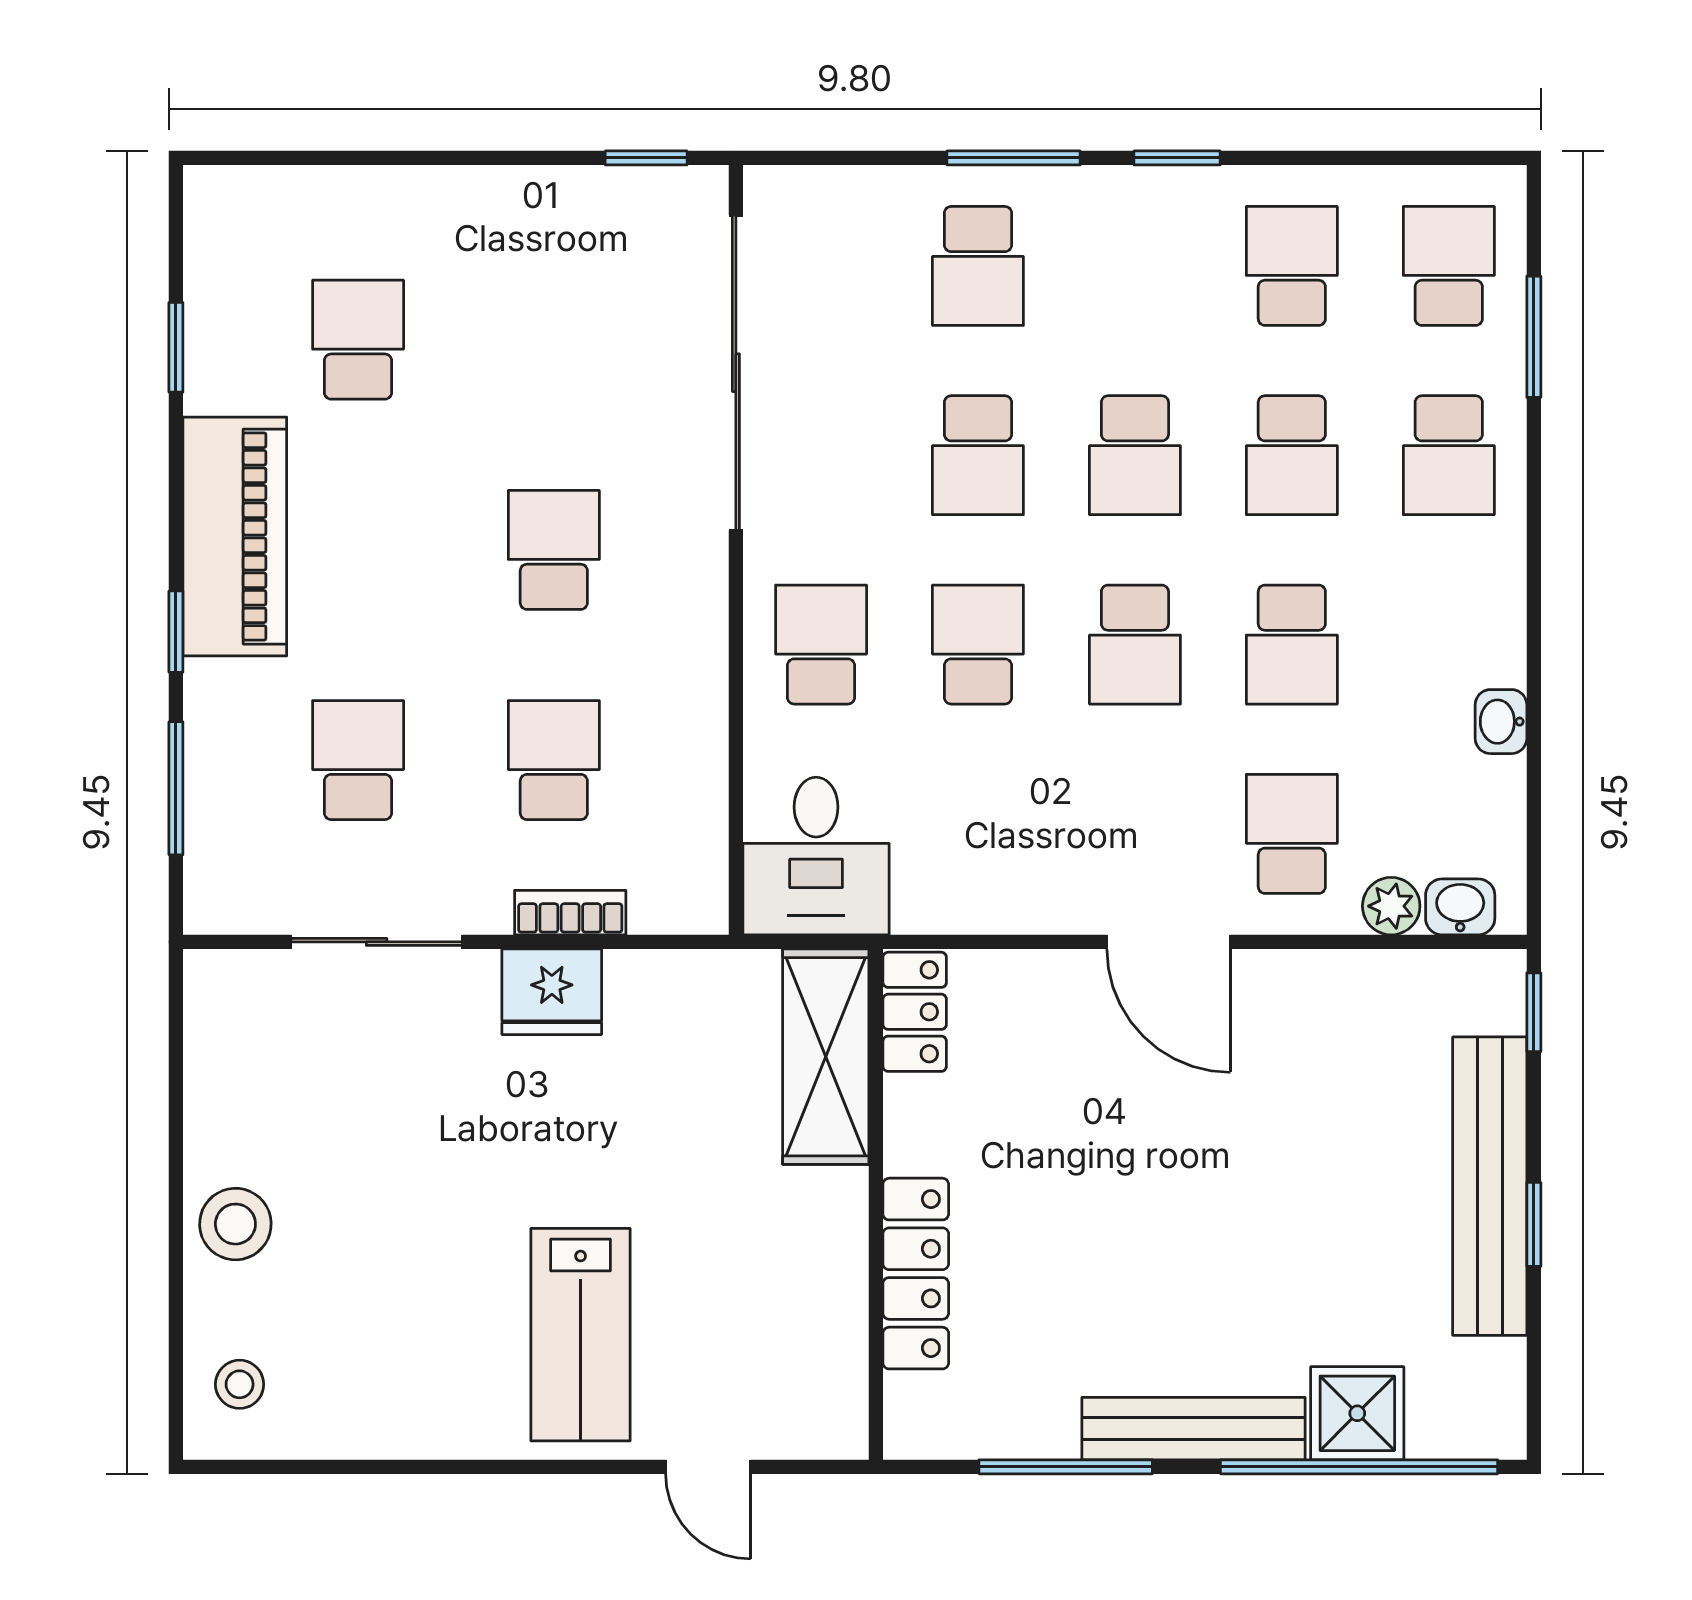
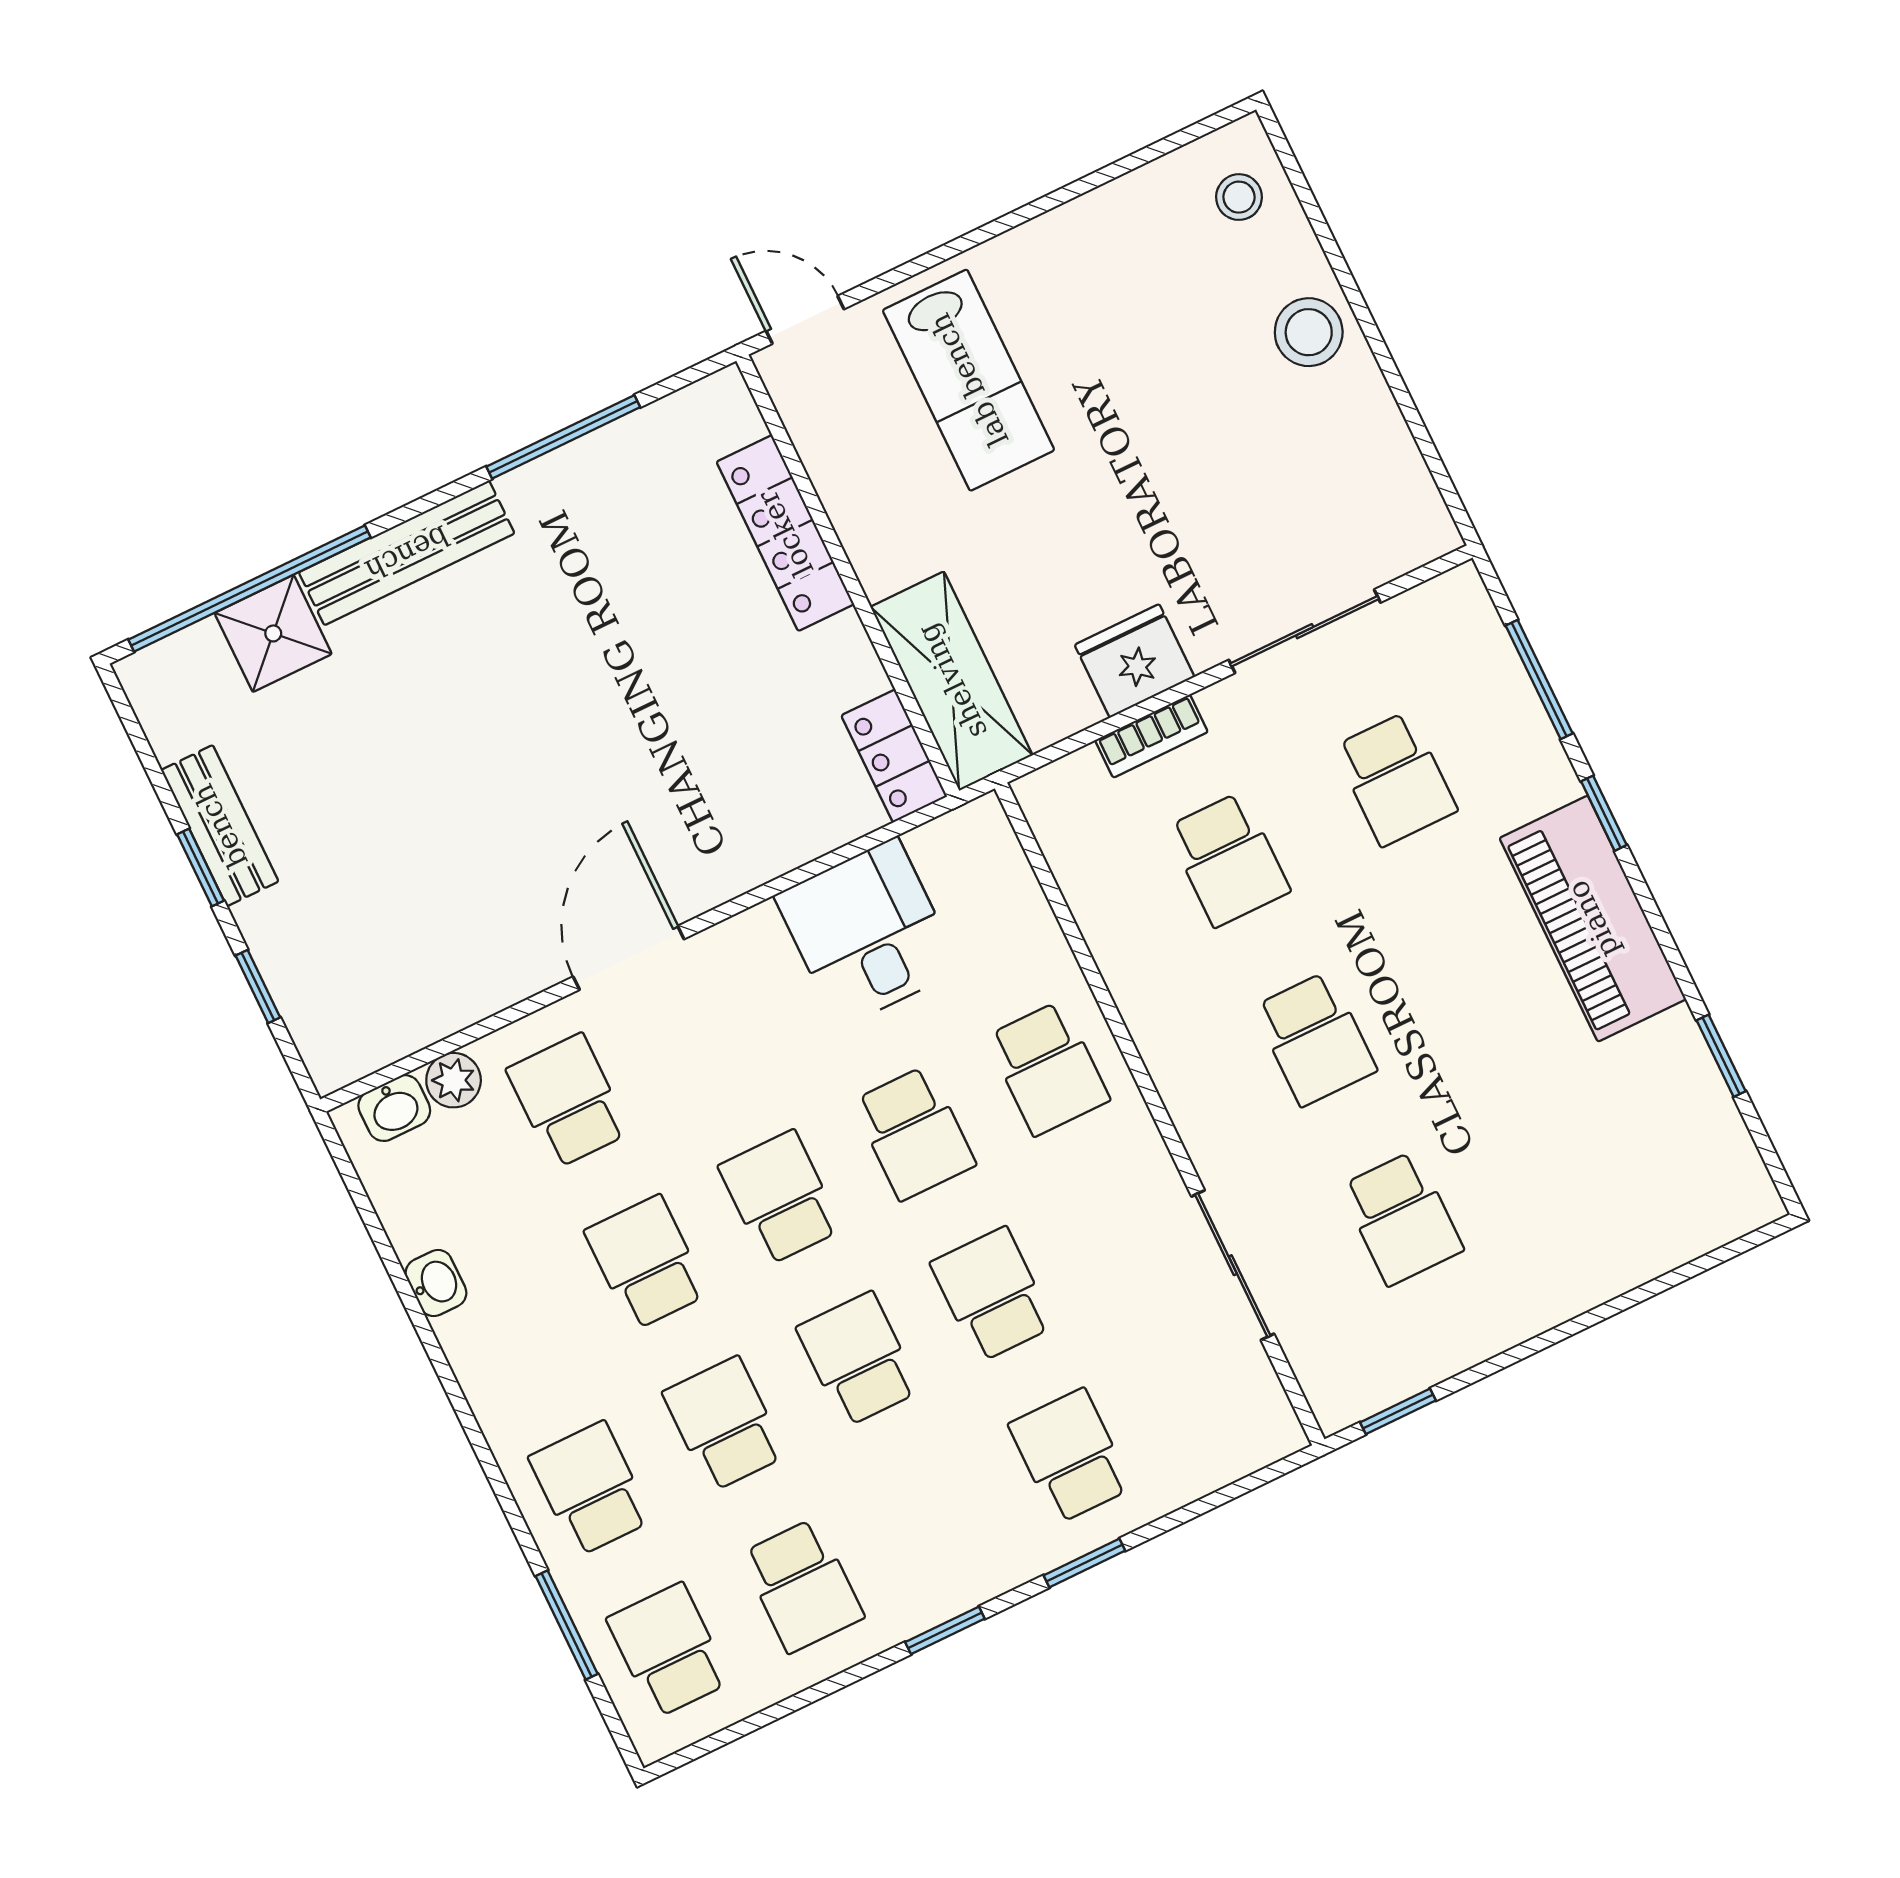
window: (1014, 158) -> (1084, 1563), width x0.67
school desk: (1449, 266) -> (668, 1650), turned 180
school desk: (358, 340) -> (1402, 1218), moved
sliding door: (736, 373) -> (1233, 1265), width x0.54
school desk: (1292, 834) -> (568, 1101), turned 180
desk: (816, 856) -> (868, 933), moved
door: (1169, 942) -> (629, 958), hinge flipped
locker: (915, 1012) -> (894, 756), moved
window: (1534, 1012) -> (258, 987), moved
shelving: (826, 1057) -> (952, 681), moved
bench: (1490, 1186) -> (220, 826), width x0.54, depth x0.82
wall: (876, 1204) -> (848, 576), moved
locker: (916, 1274) -> (785, 533), moved
lab bench: (581, 1335) -> (969, 380), turned 180
window: (1066, 1467) -> (563, 437), moved

